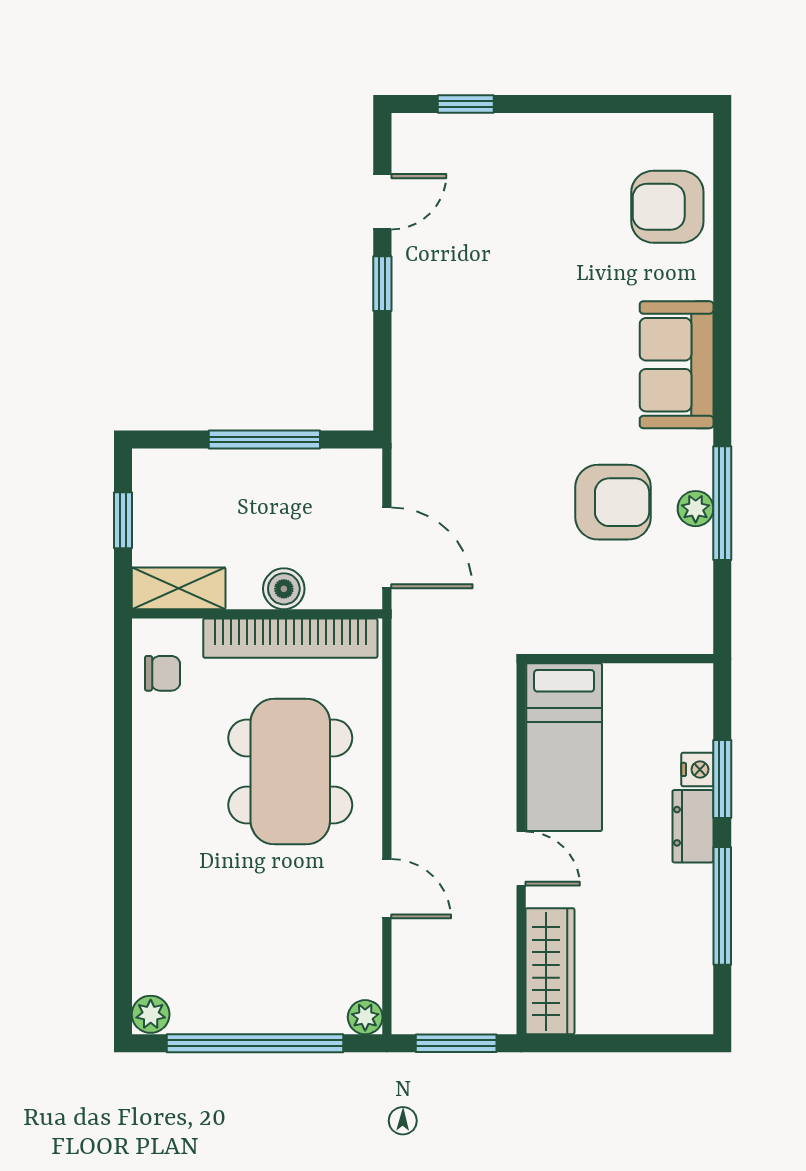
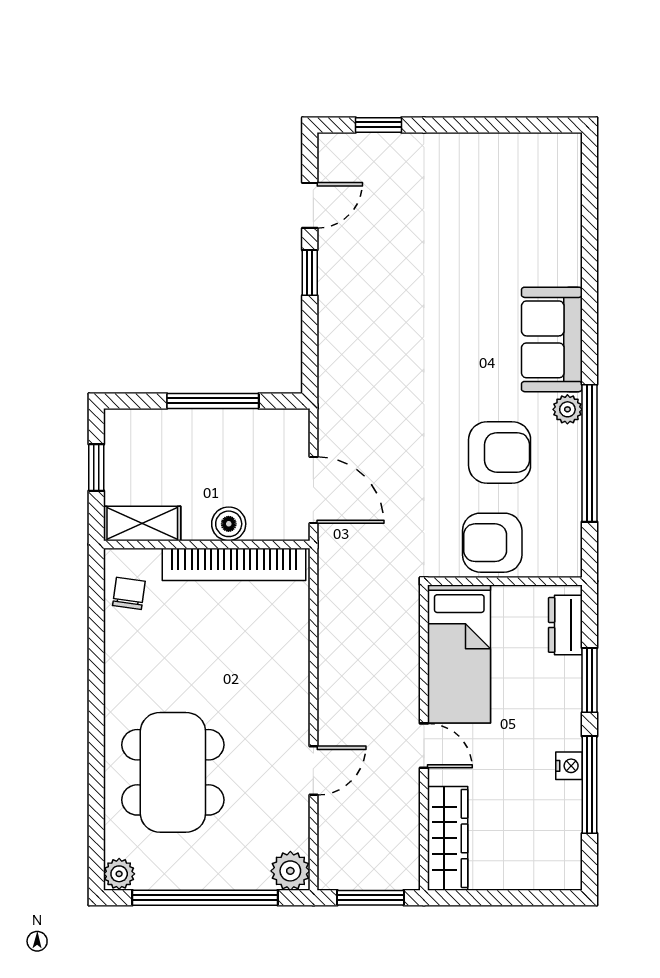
armchair: (667, 207) -> (492, 543), moved
window: (722, 503) -> (589, 453), width x1.46
plant: (696, 509) -> (567, 409), moved
chair: (163, 673) -> (129, 593), turned -82
nightstand: (697, 769) -> (569, 766), moved
dining table: (290, 771) -> (173, 772), moved
dresser: (693, 826) -> (565, 625), moved
door: (387, 889) -> (313, 770), hinge flipped
plant: (365, 1017) -> (290, 871), width x1.38, depth x1.38

